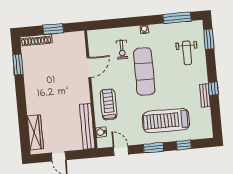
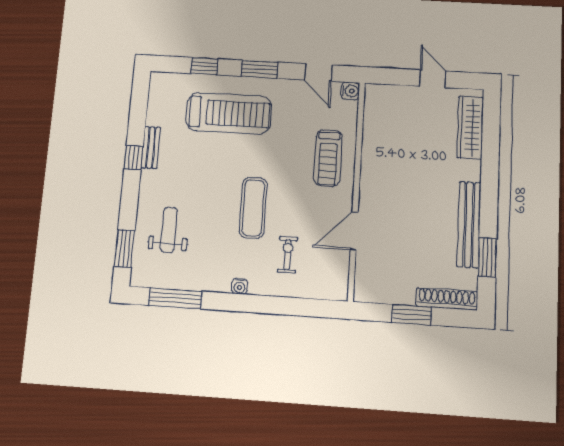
exercise mat: (144, 71) -> (253, 208), width x0.73, depth x0.69
bench: (87, 126) -> (469, 224), moved
water cooler: (101, 132) -> (350, 91), moved

